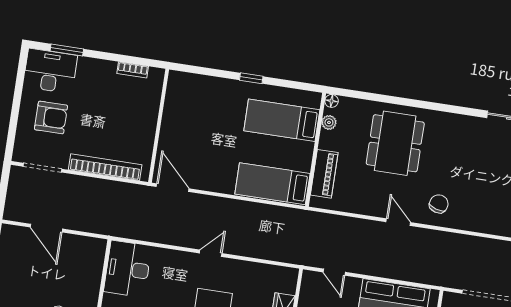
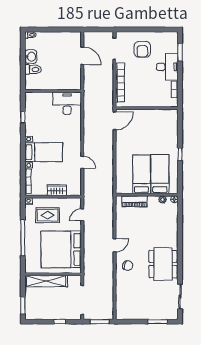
desk: (50, 71) -> (167, 67), moved
dining table: (395, 143) -> (163, 264), moved, turned 90
bed: (272, 184) -> (141, 174), moved
door: (46, 228) -> (82, 56), swing flipped
door: (211, 253) -> (82, 162), moved

